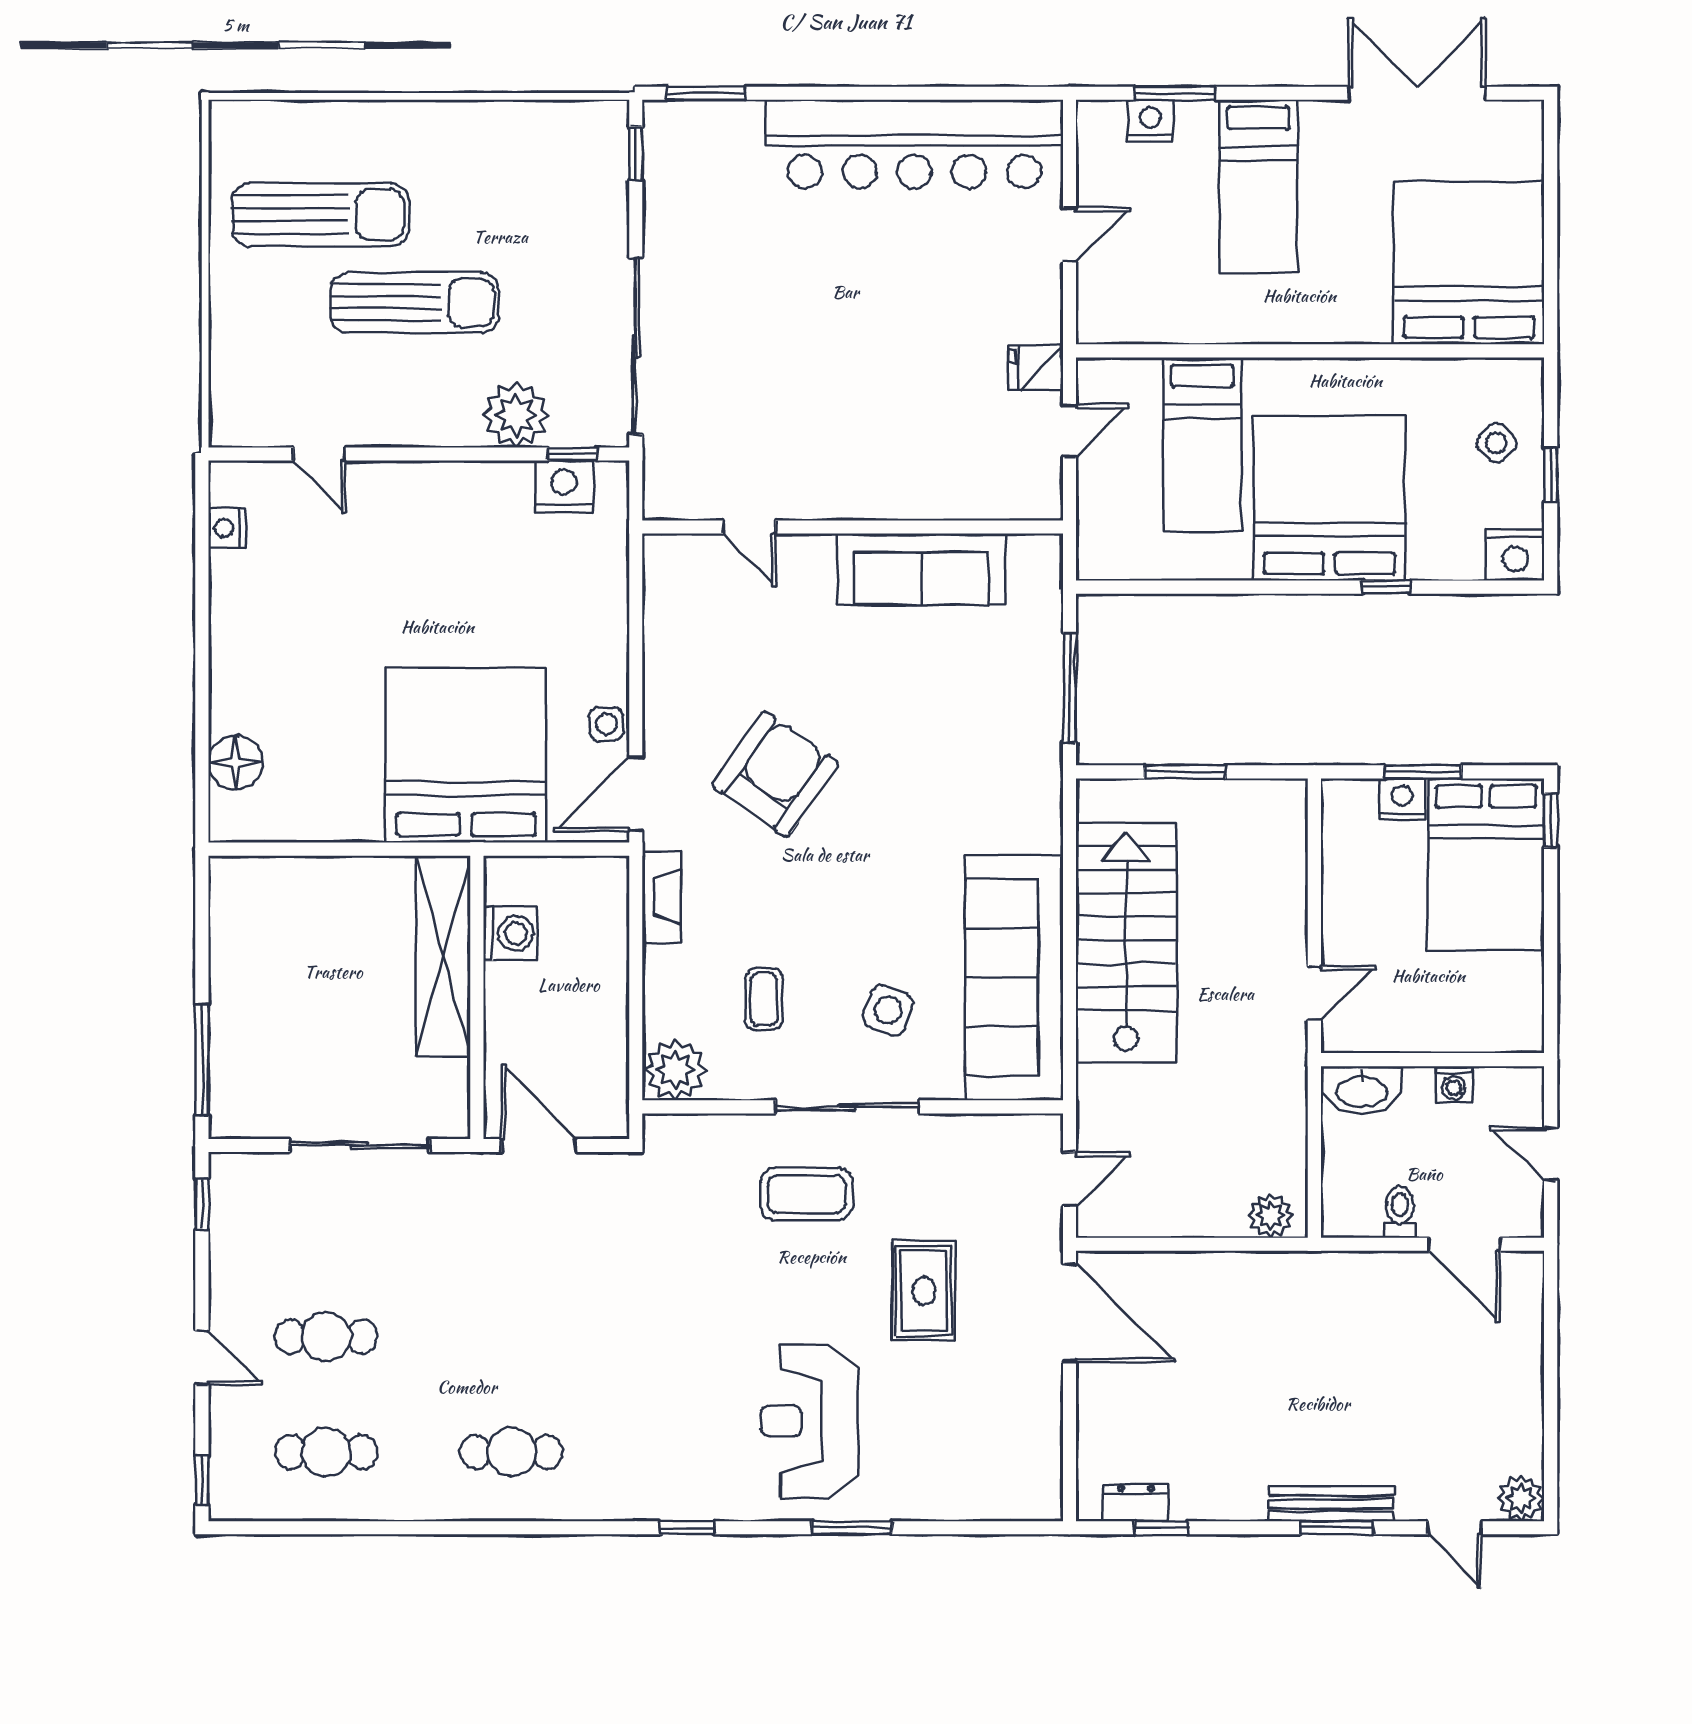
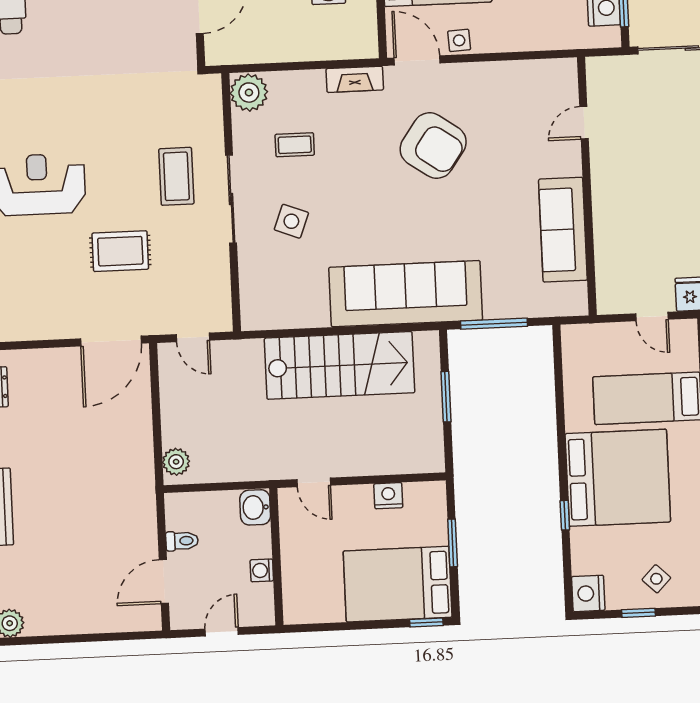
nightstand: (1402, 799) -> (388, 496), moved, turned -90
sofa: (1014, 977) -> (406, 294), moved
washbasin: (1362, 1090) -> (255, 507), width x0.72

